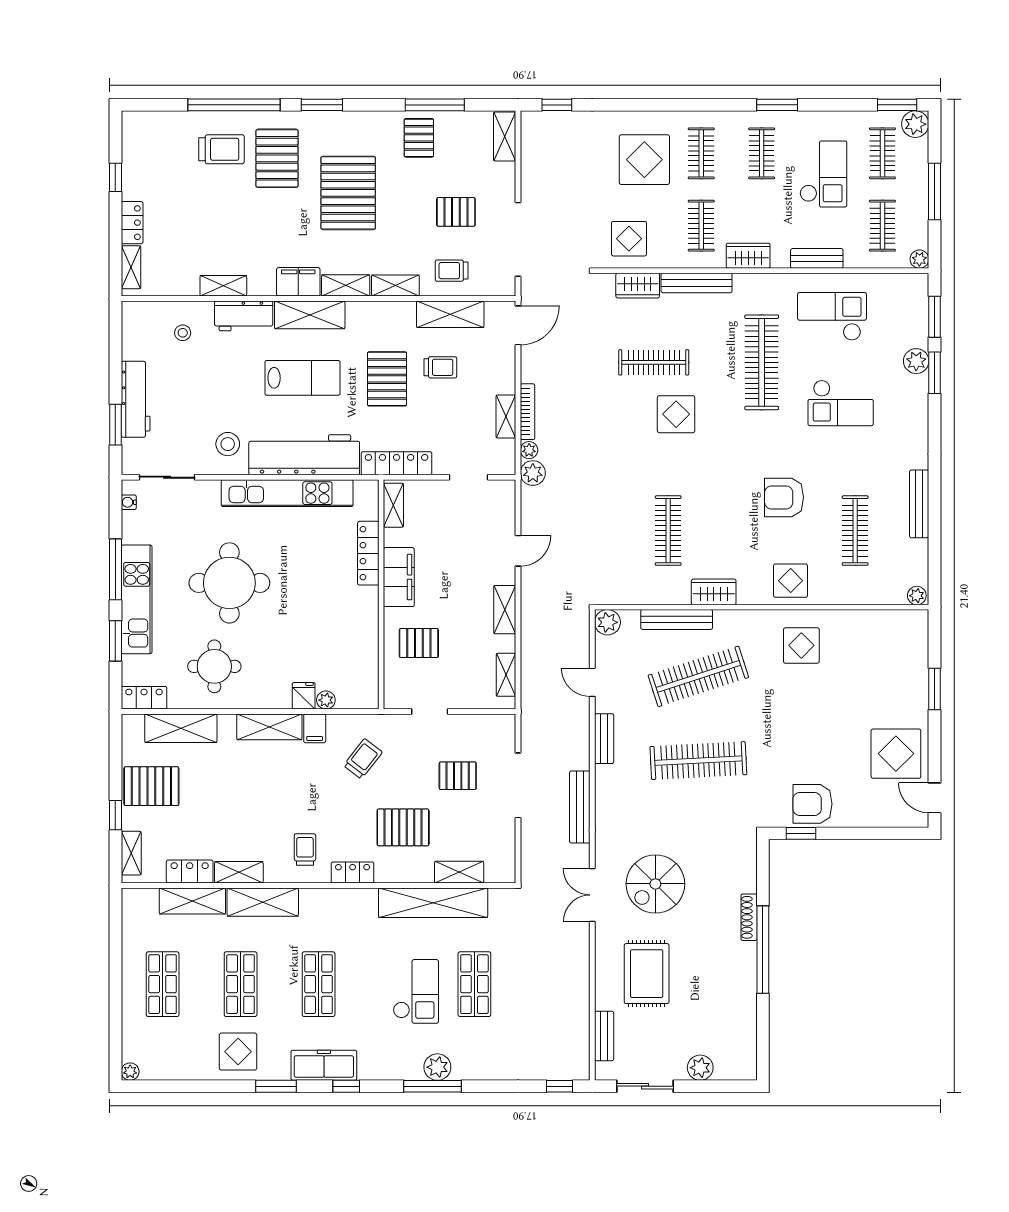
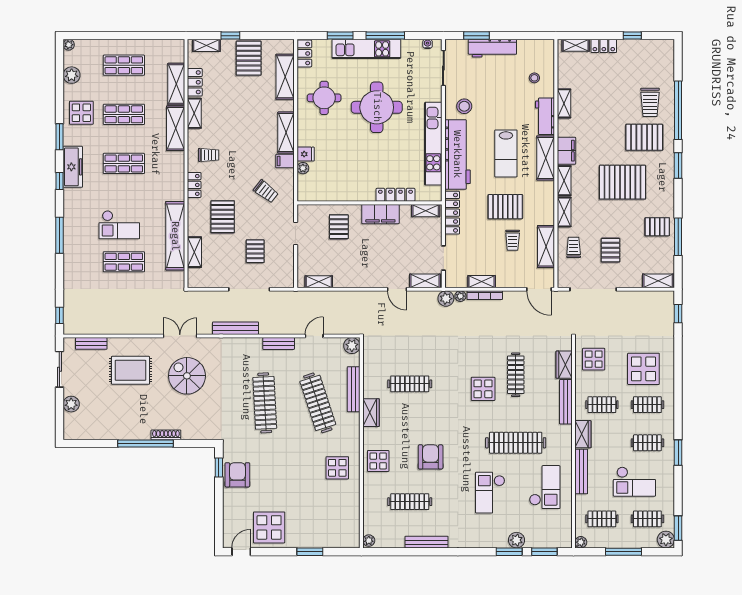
bench: (817, 258) -> (581, 472), width x1.36
shelving: (505, 610) -> (425, 281), moved
plant: (437, 1067) -> (72, 75), moved

